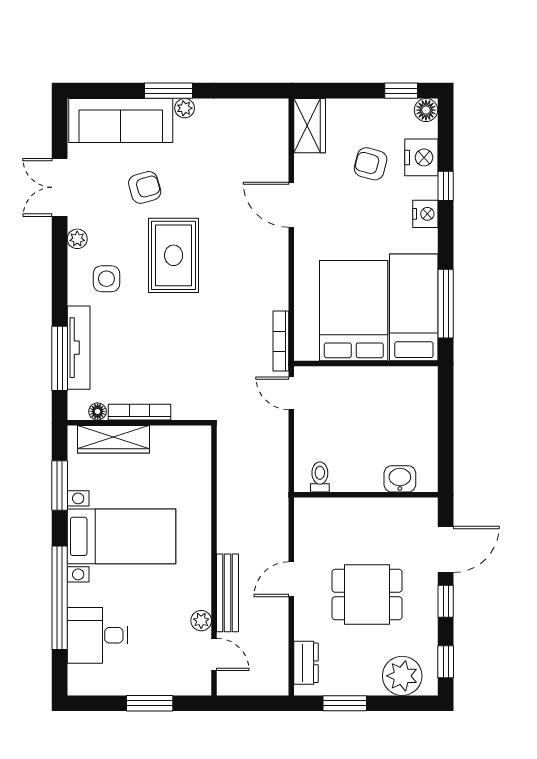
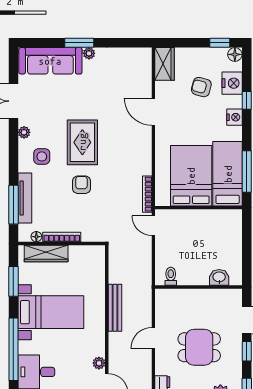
armchair: (145, 187) -> (81, 185), moved, turned -74
bench: (228, 593) -> (115, 308), moved

